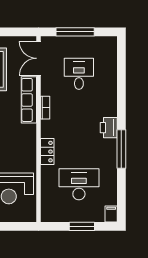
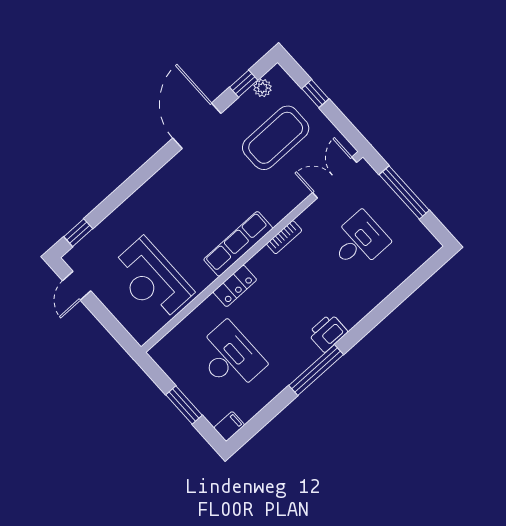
row of seats: (29, 100) -> (238, 244), moved

